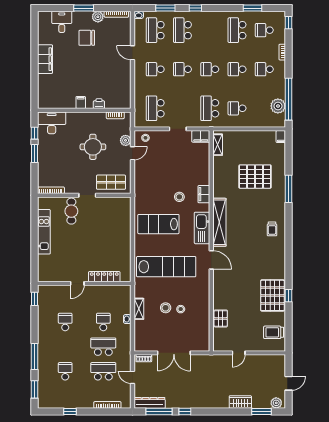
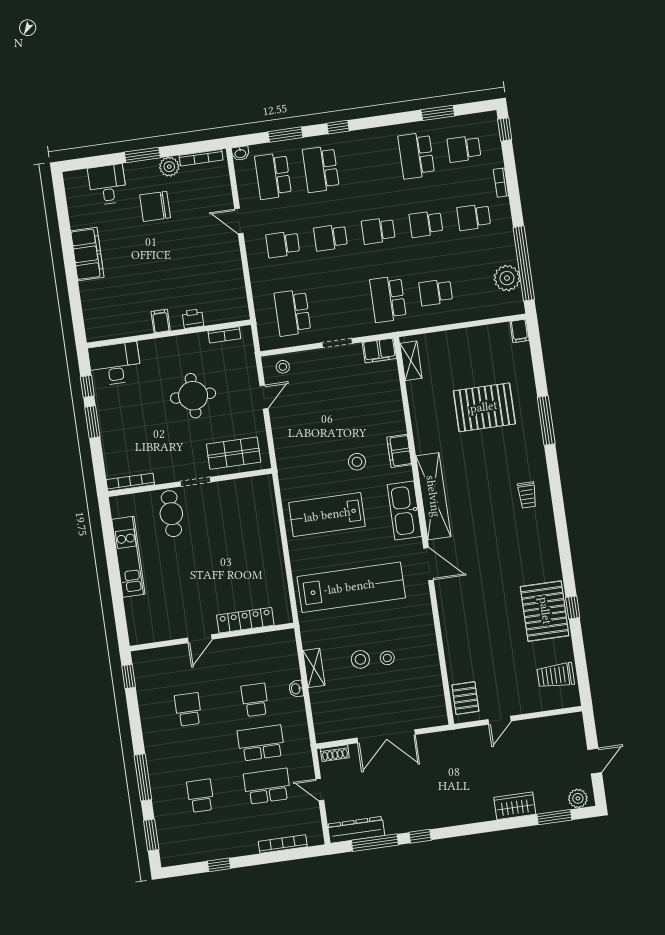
plant: (126, 140) -> (249, 376), removed
pallet: (221, 318) -> (465, 698), moved

